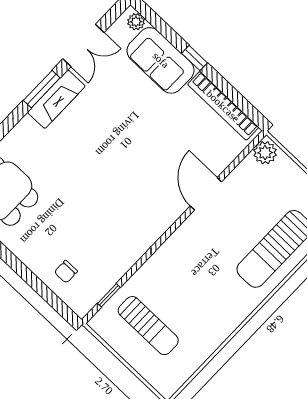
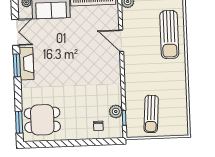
plant: (107, 276) -> (116, 111), added
sun lounger: (148, 326) -> (151, 114), turned 94

